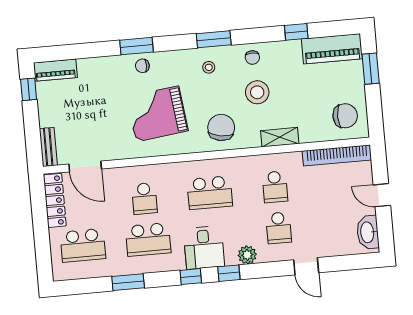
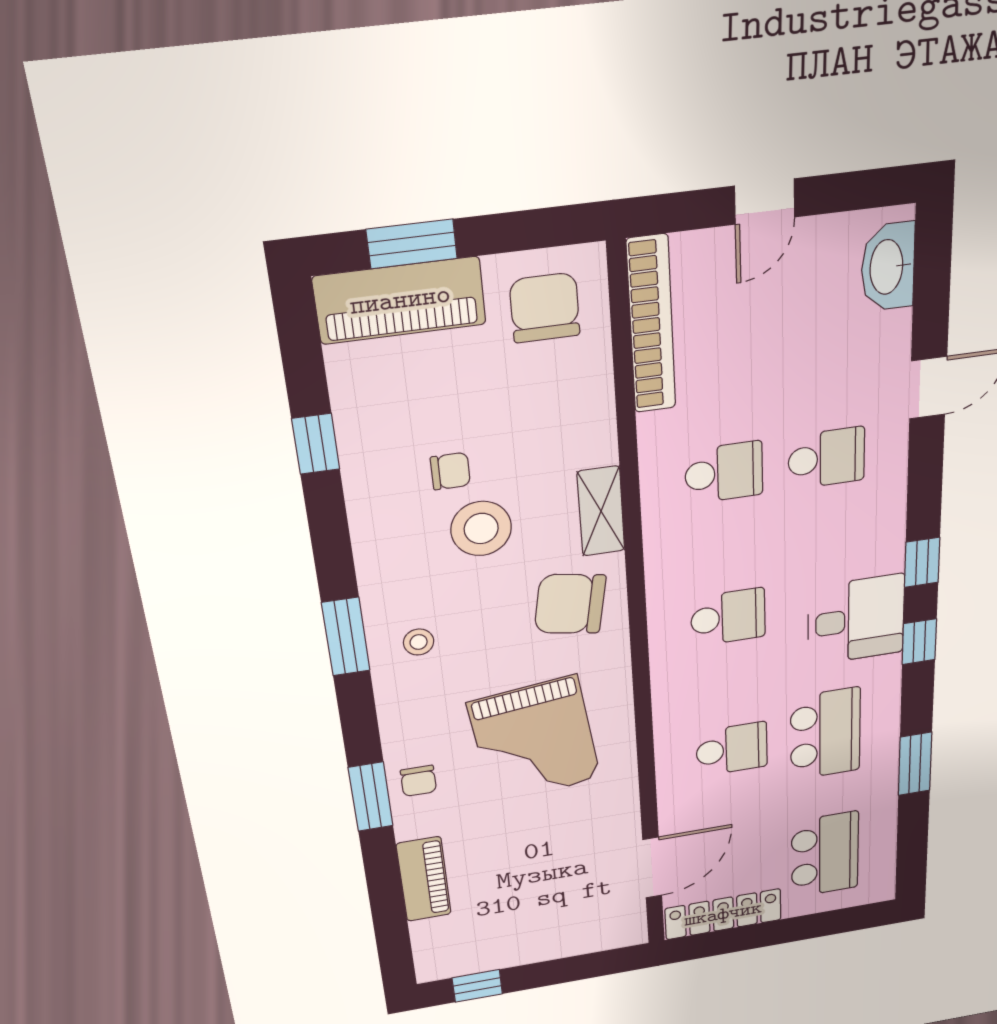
piano: (332, 49) -> (400, 300), moved, turned 90
chair: (252, 57) -> (450, 471), moved
piano: (55, 70) -> (424, 879), moved
shelving: (280, 137) -> (601, 511), moved
bench: (48, 147) -> (606, 938), removed
school desk: (210, 193) -> (728, 617), width x0.54
washbasin: (368, 232) -> (888, 267), moved, turned 90
plant: (247, 255) -> (884, 525), removed

